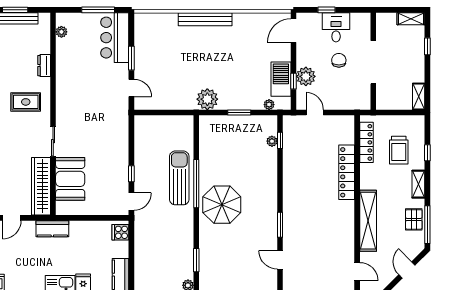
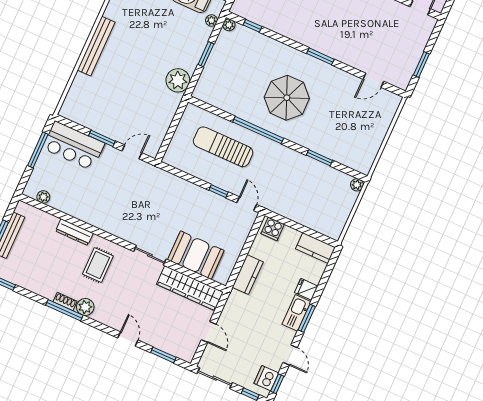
dresser: (44, 66) -> (74, 232), width x1.44
plant: (272, 141) -> (229, 25), moved
sun lounger: (179, 178) -> (223, 147), moved
parasol: (222, 205) -> (287, 98), moved
window: (280, 225) -> (320, 56), moved
kitchen counter: (52, 229) -> (248, 275), moved
window: (196, 260) -> (319, 158), moved

